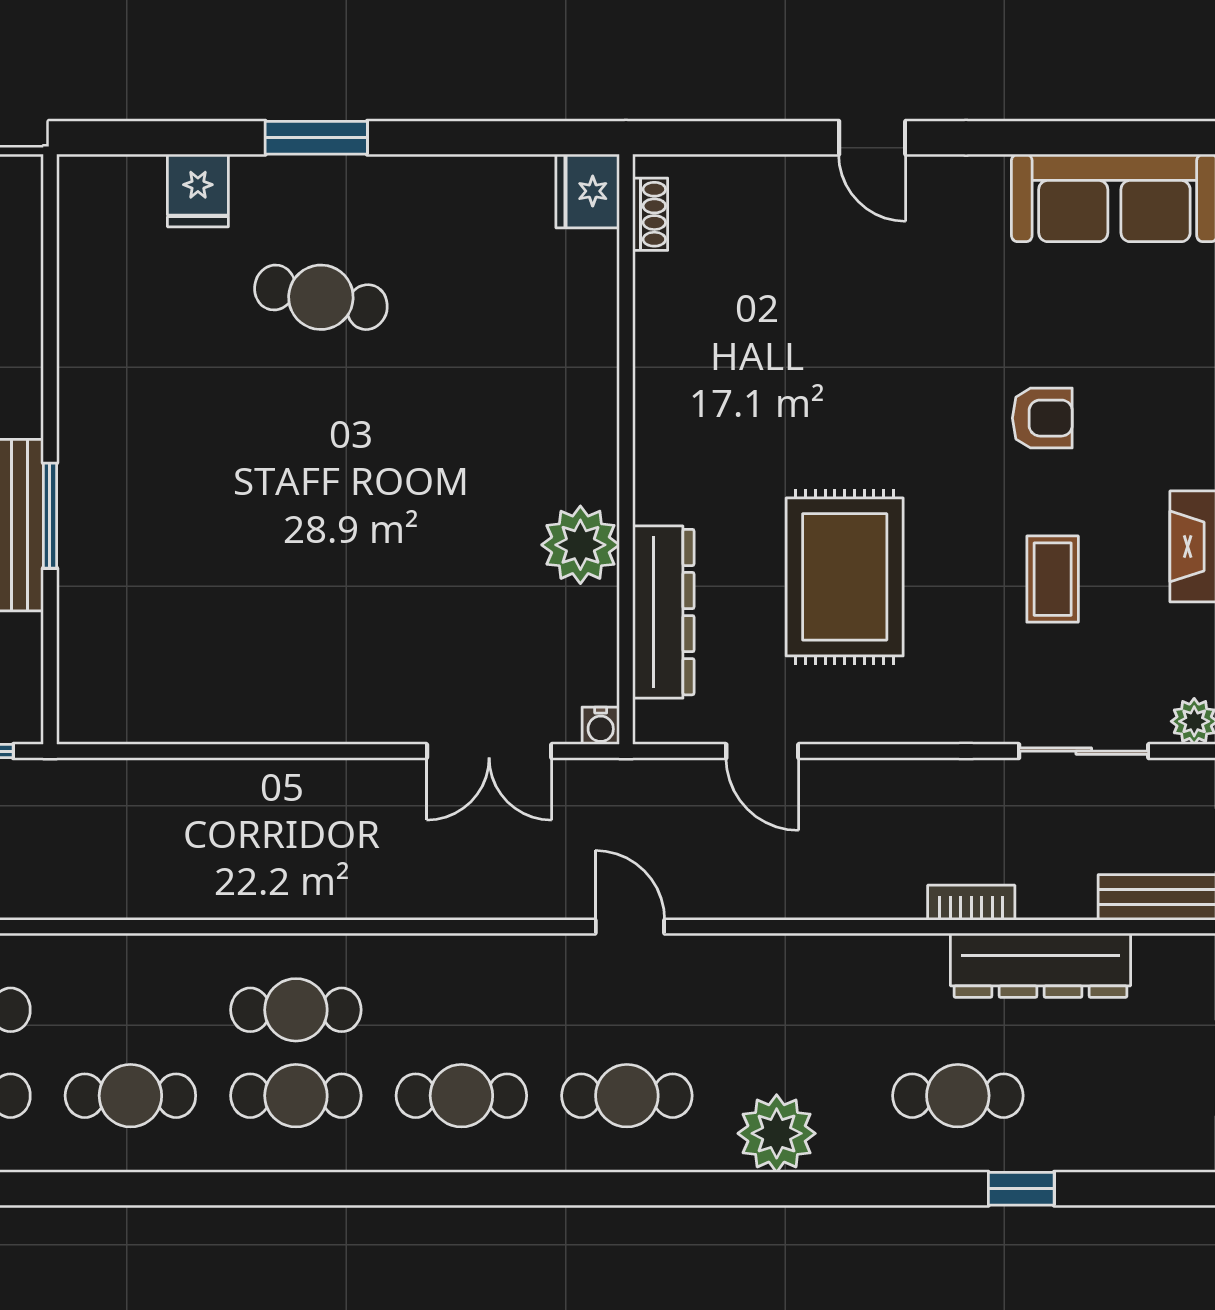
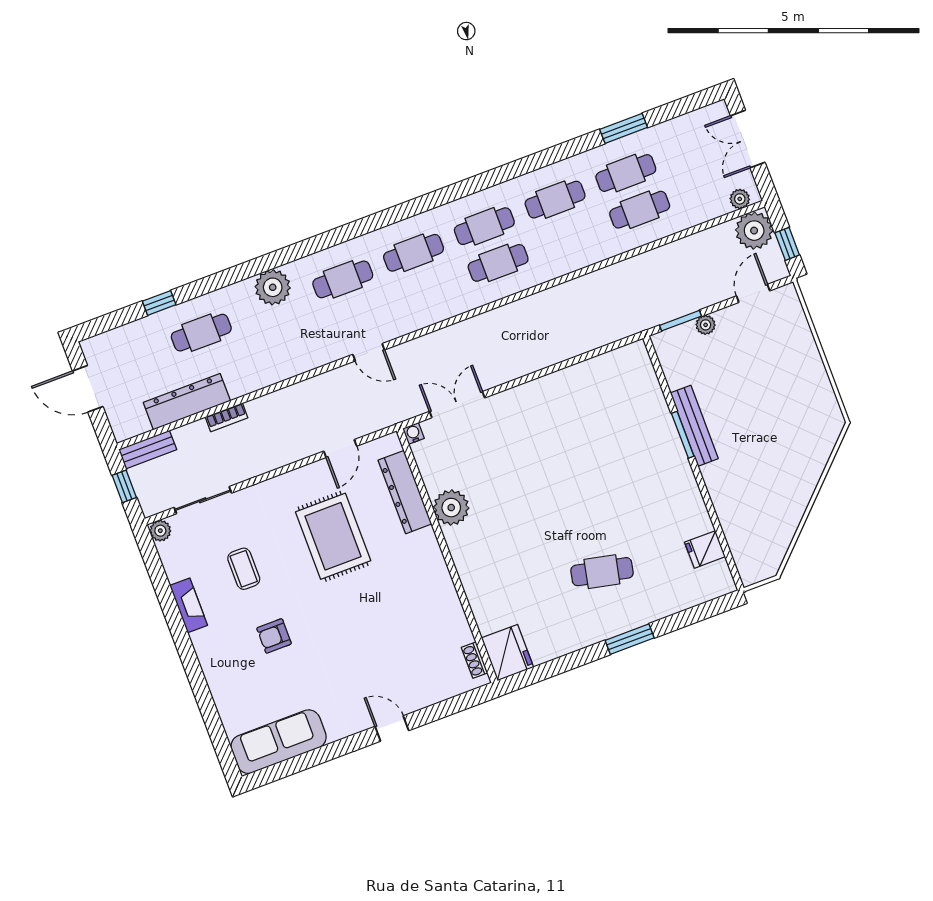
fridge: (198, 191) -> (705, 549), moved, turned -90
fridge: (588, 191) -> (507, 653), width x1.36, depth x1.34
door: (762, 751) -> (340, 449), swing flipped

